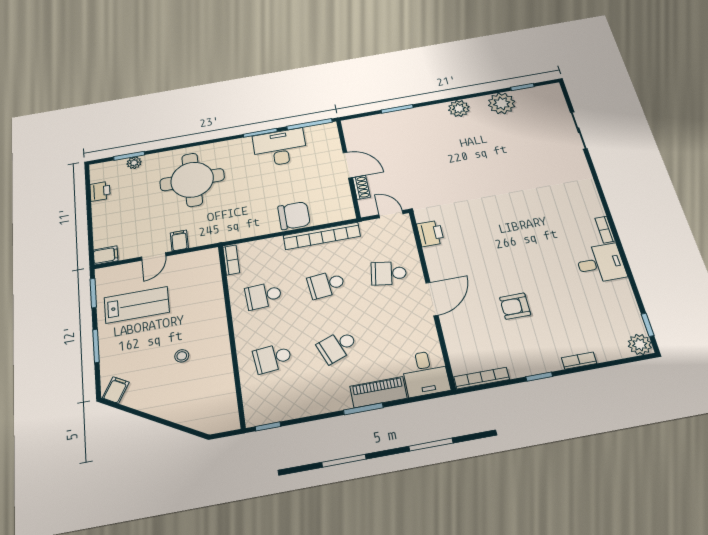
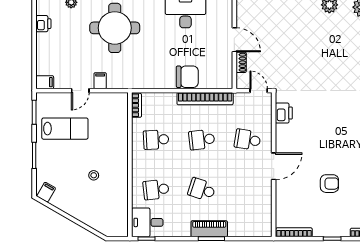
armchair: (515, 306) -> (329, 184), turned 180
school desk: (337, 346) -> (202, 190), turned 39
desk: (425, 373) -> (147, 222), moved, turned 90
piano: (378, 392) -> (209, 229), moved

